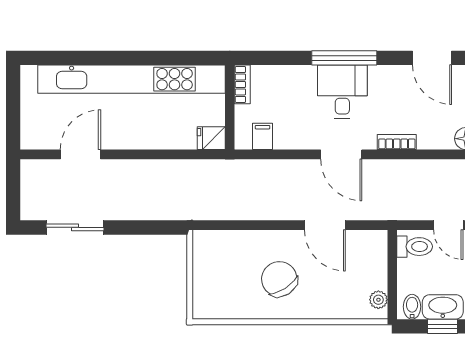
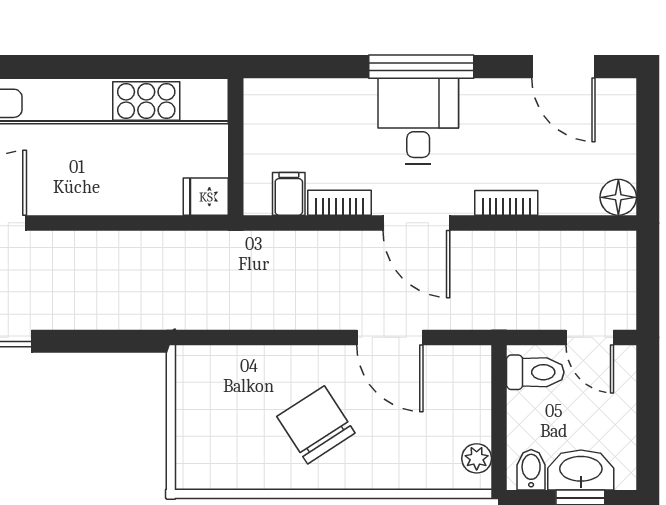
bookcase: (242, 84) -> (340, 203), moved, turned -90

